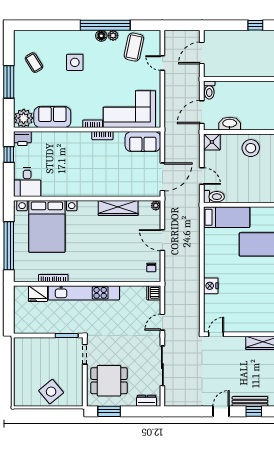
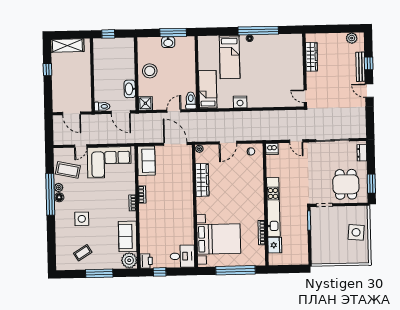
corner sofa: (129, 109) -> (109, 162), moved, turned -90
nightstand: (211, 286) -> (240, 102), moved
side table: (51, 392) -> (356, 232), turned 45

